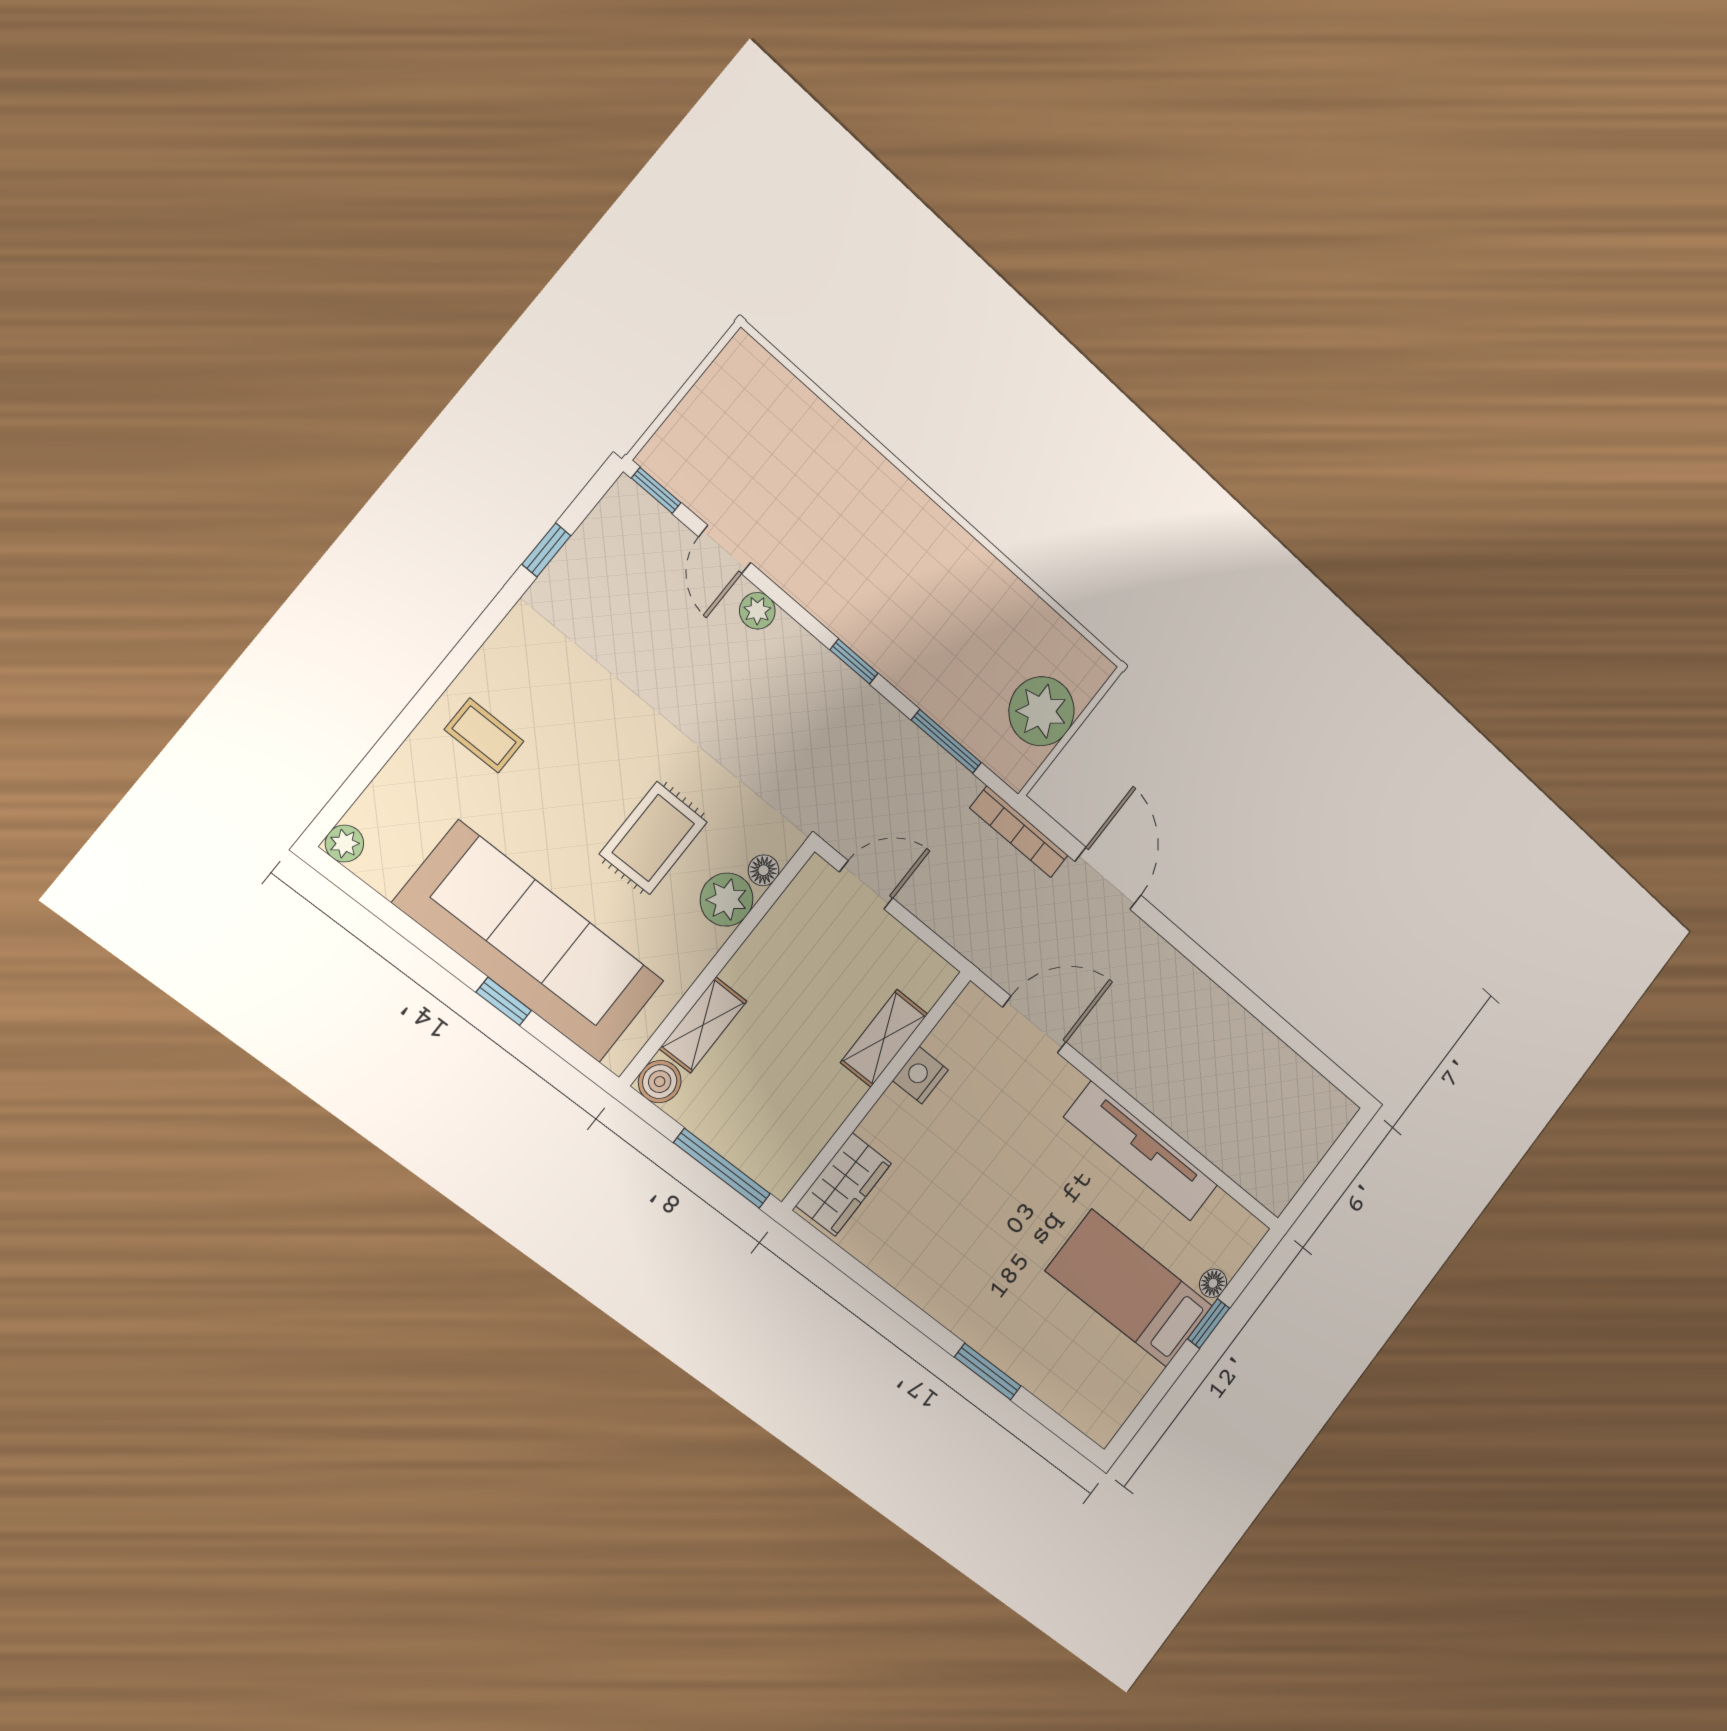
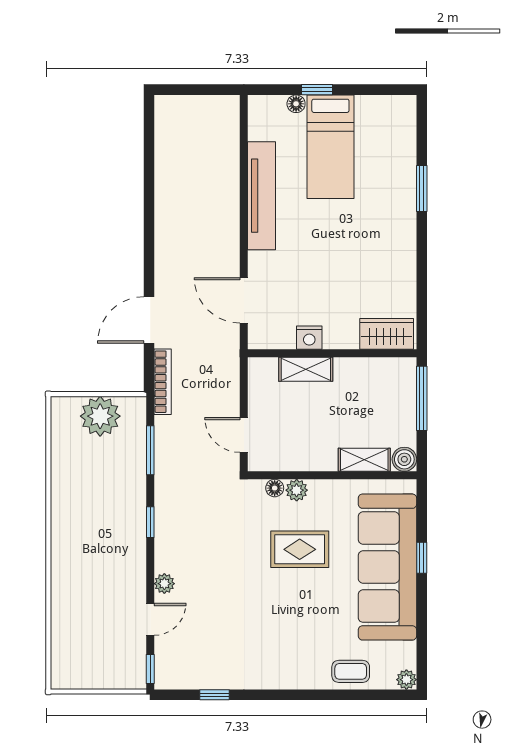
coffee table: (484, 735) -> (351, 671), moved, turned 90
plant: (727, 900) -> (297, 490), width x0.73, depth x0.73

